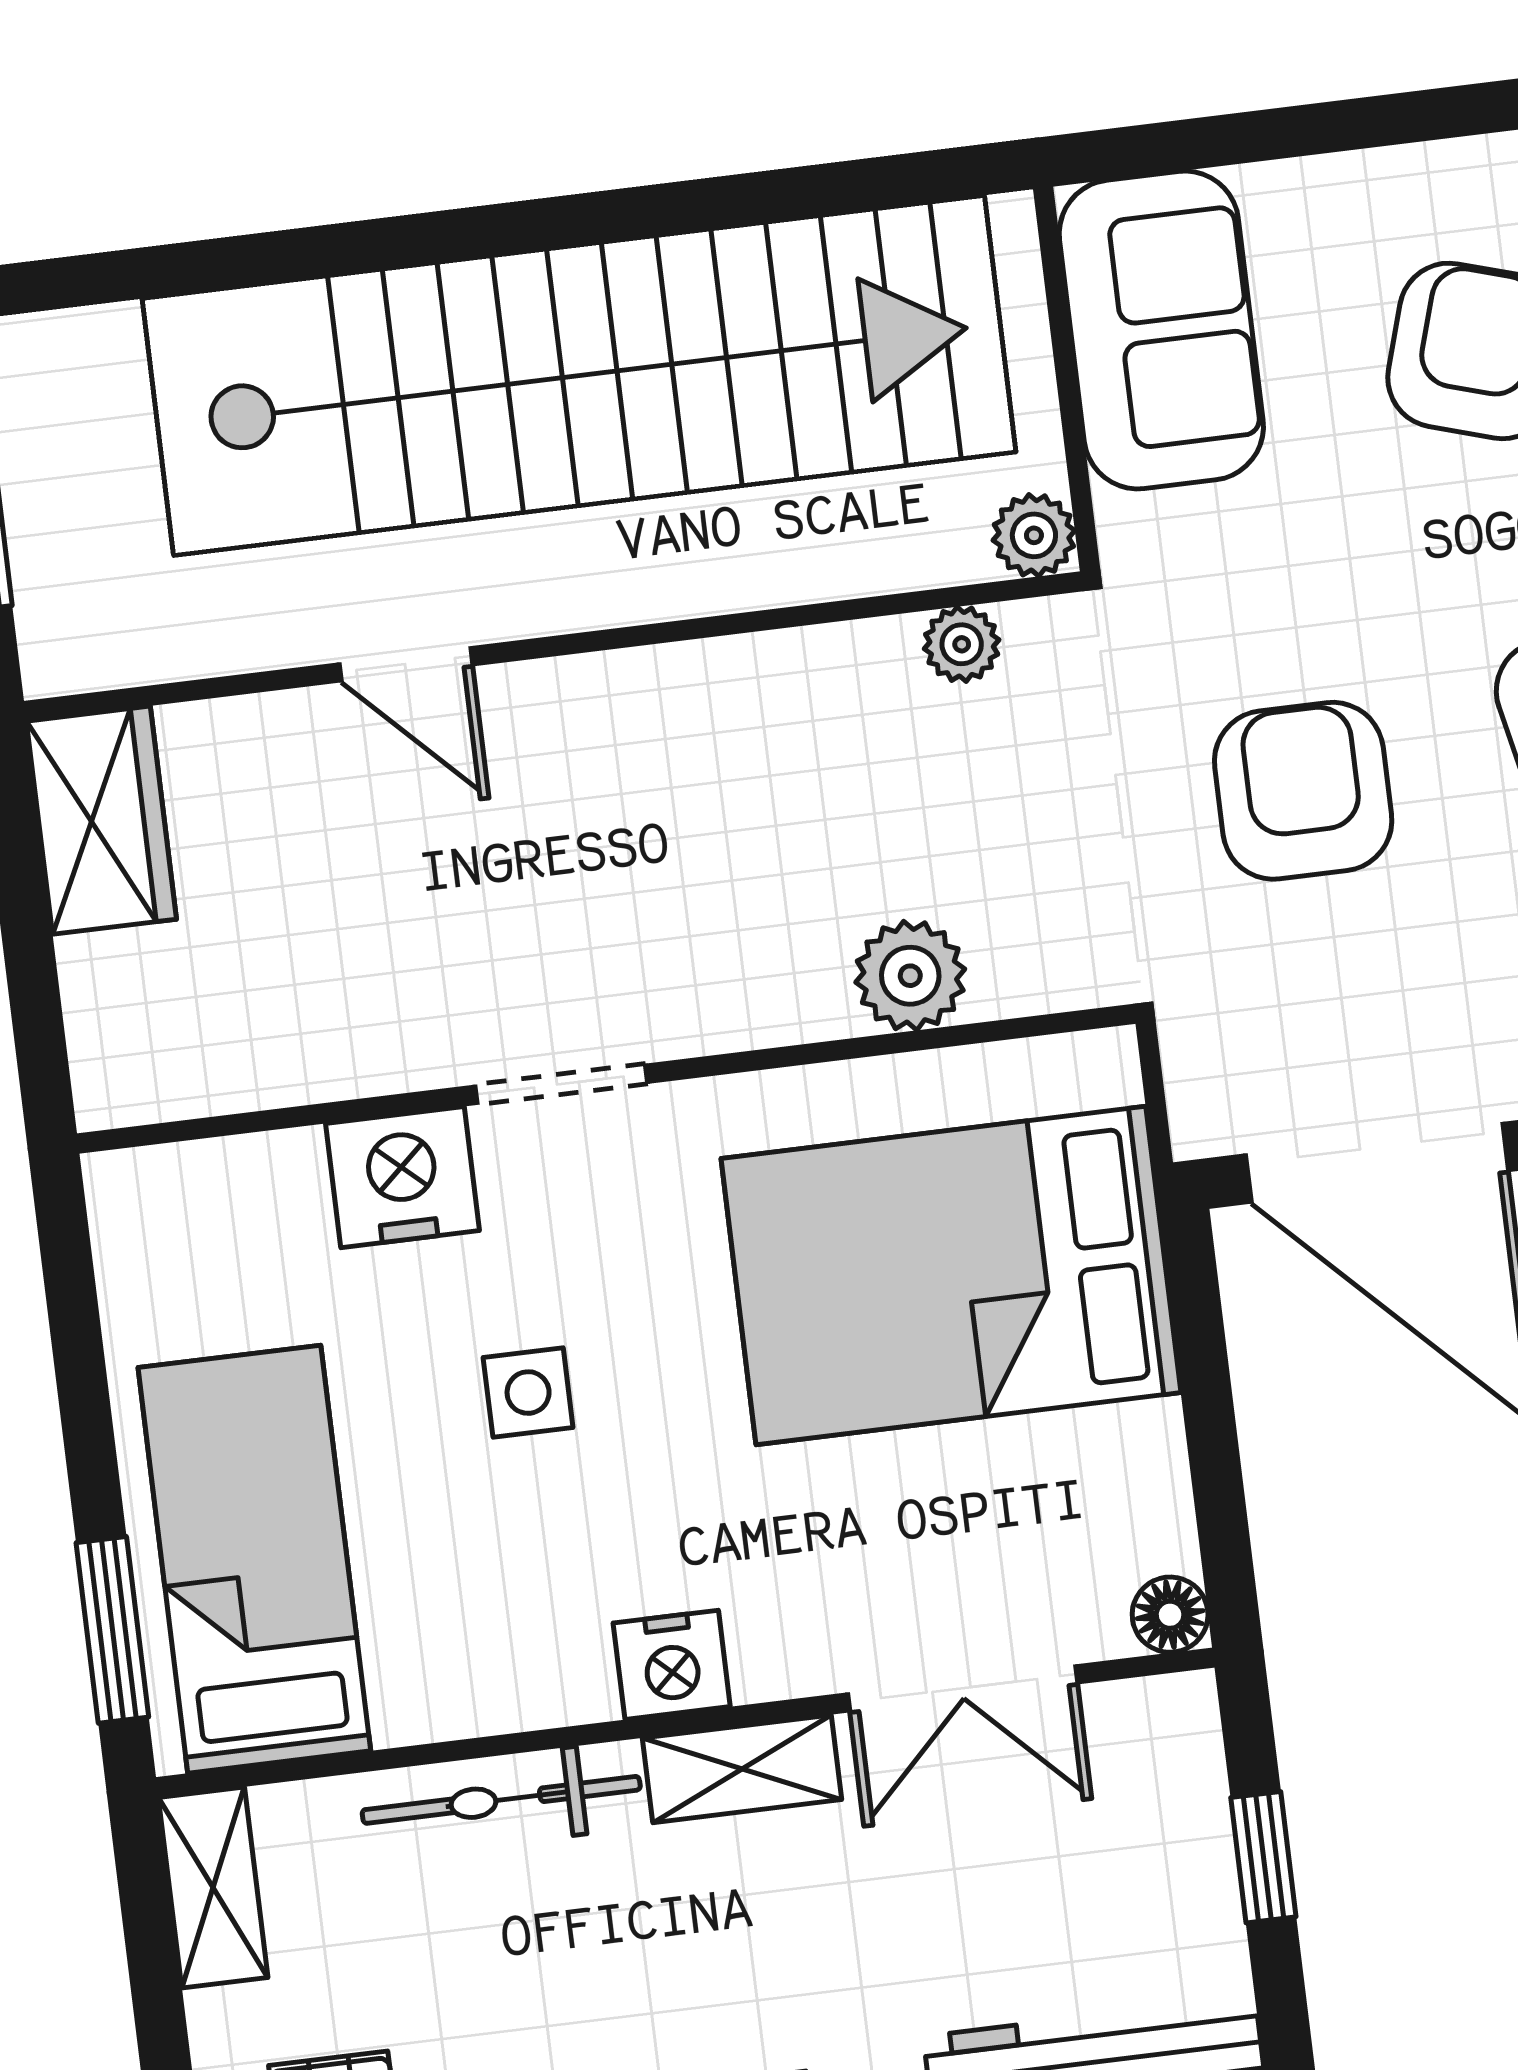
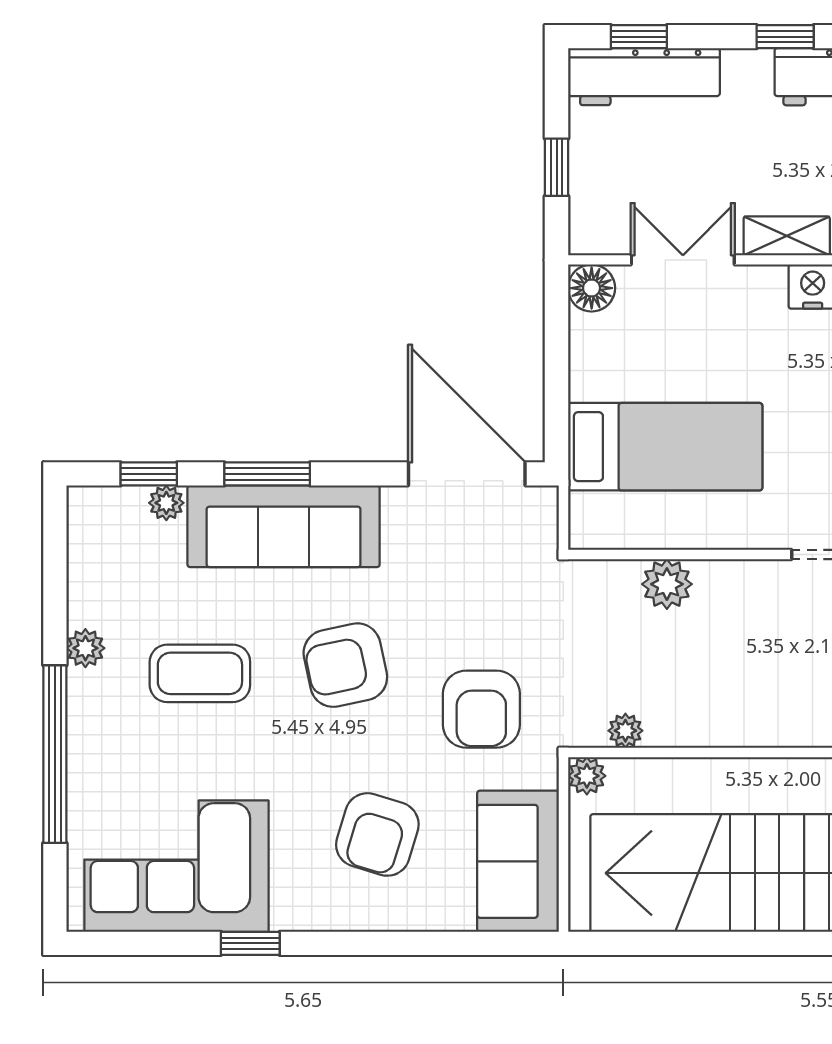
armchair: (1303, 791) -> (481, 709), moved
bed: (951, 1276) -> (665, 447), width x0.67
floor lamp: (1170, 1615) -> (592, 288), width x1.37, depth x1.37

